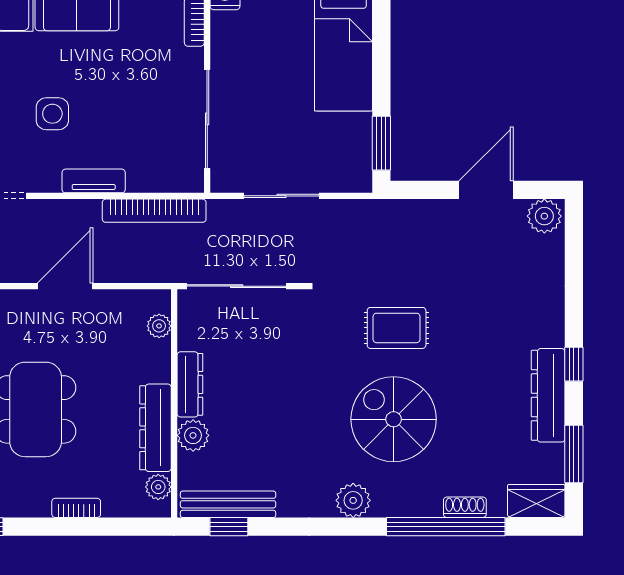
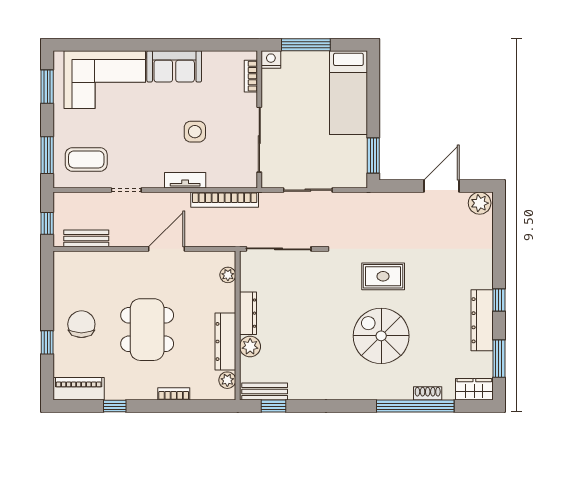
side table: (52, 114) -> (195, 132), moved
plant: (353, 500) -> (355, 389), removed
bench: (228, 504) -> (265, 392), width x0.73

